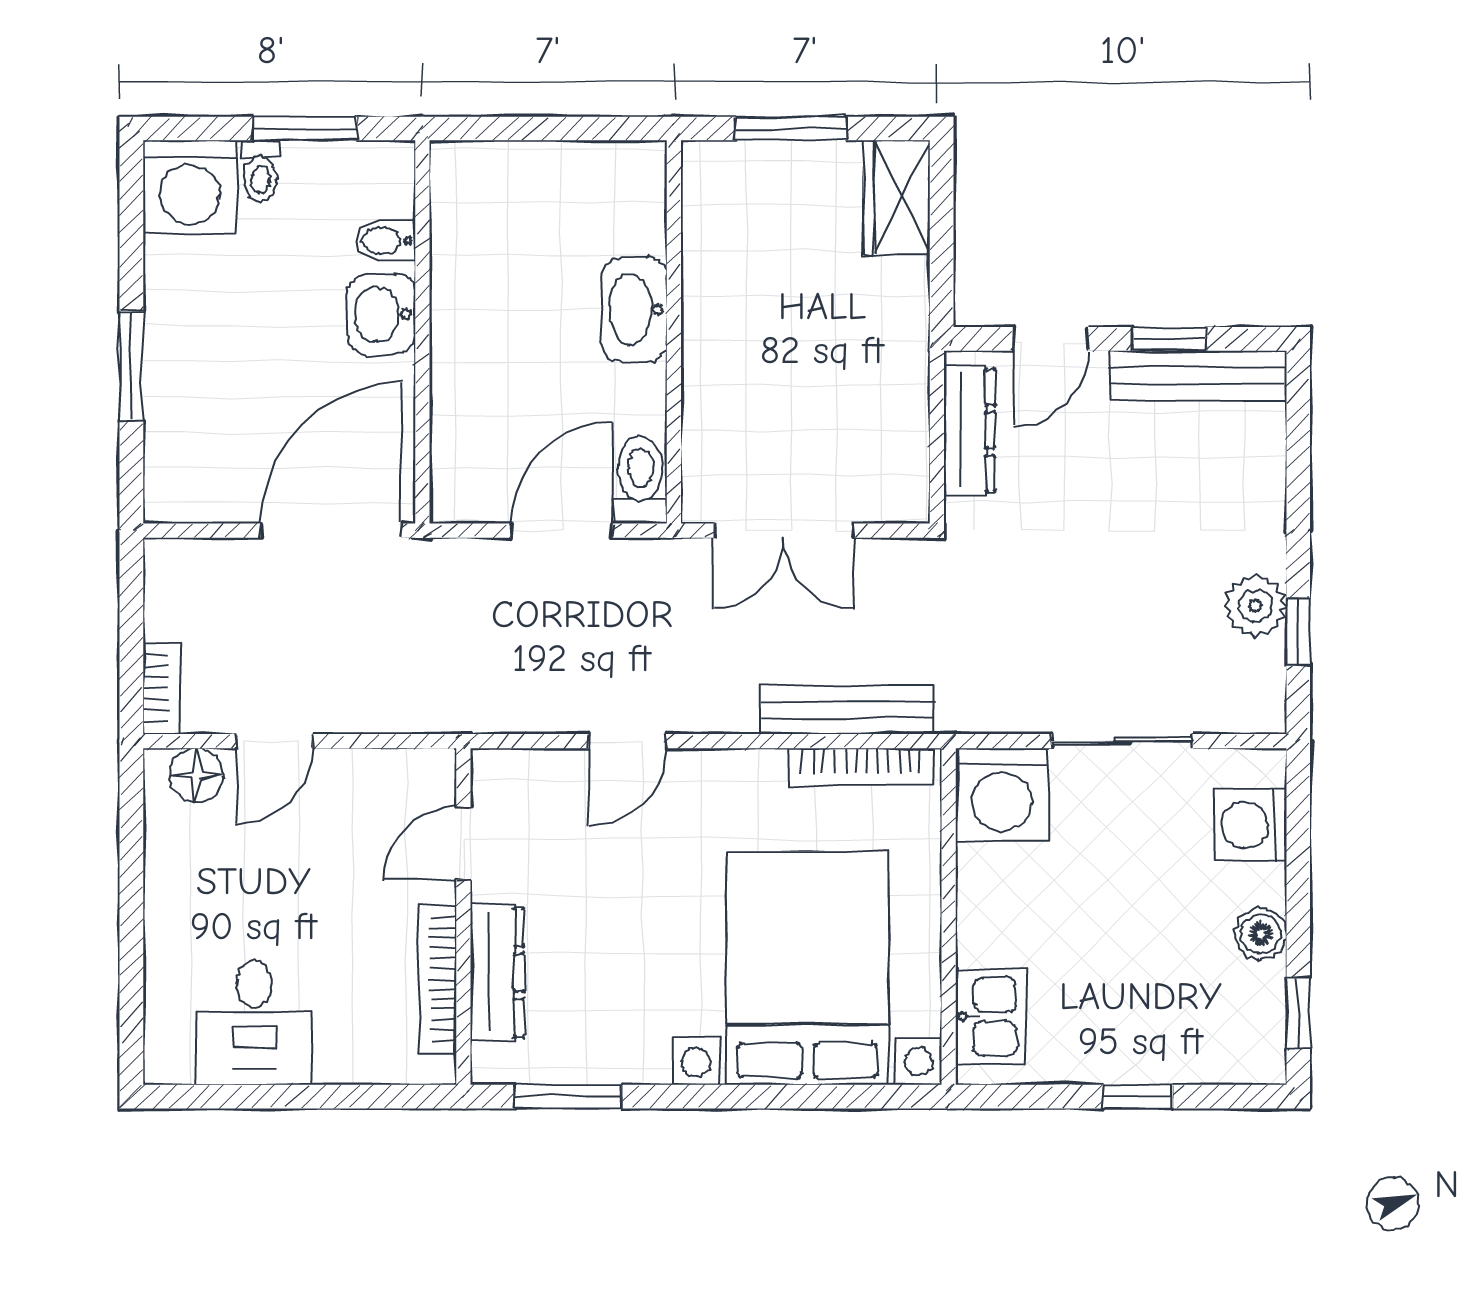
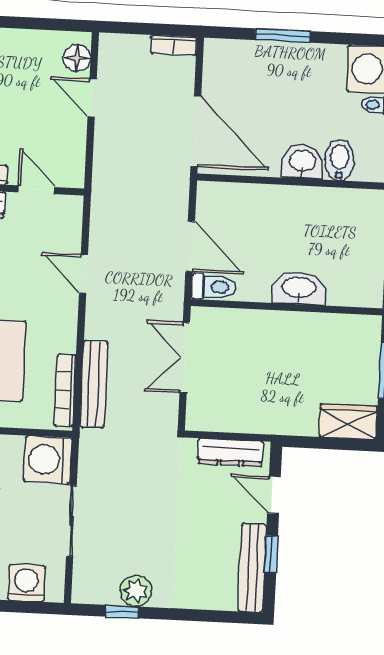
bidet: (385, 241) -> (340, 160), width x1.38, depth x1.36
bookcase: (161, 688) -> (174, 45), moved

